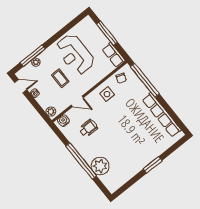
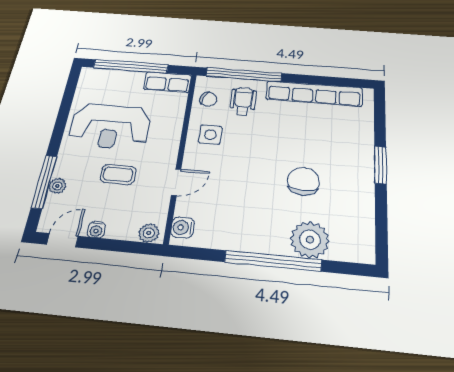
window: (107, 33) -> (131, 66), width x1.46
wheelchair: (88, 128) -> (243, 101), moved
chair: (120, 144) -> (303, 181), added

